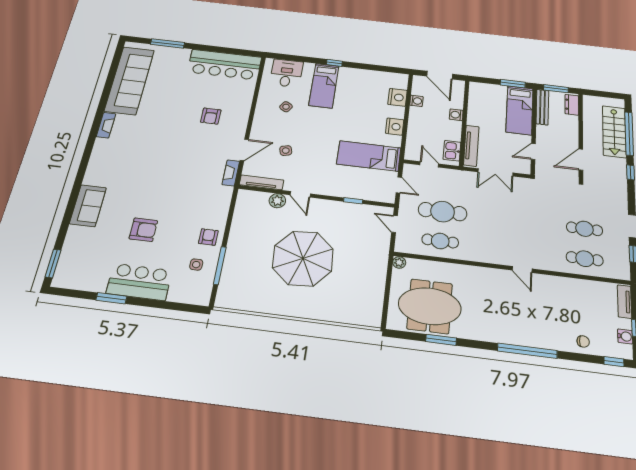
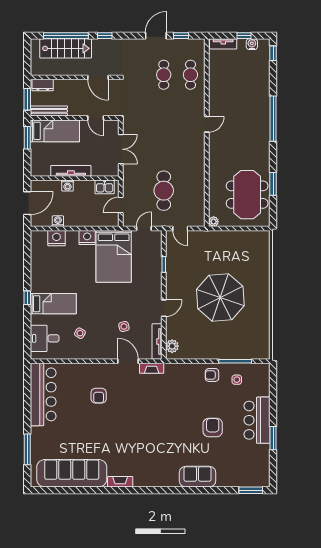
armchair: (211, 116) -> (99, 396), turned 90
tv unit: (471, 146) -> (71, 171), moved
bed: (369, 156) -> (114, 256), width x1.50
plant: (277, 201) -> (172, 346), moved
door: (395, 224) -> (180, 229), hinge flipped
cafe table: (440, 241) -> (190, 191), removed
chair: (583, 341) -> (260, 76), removed

